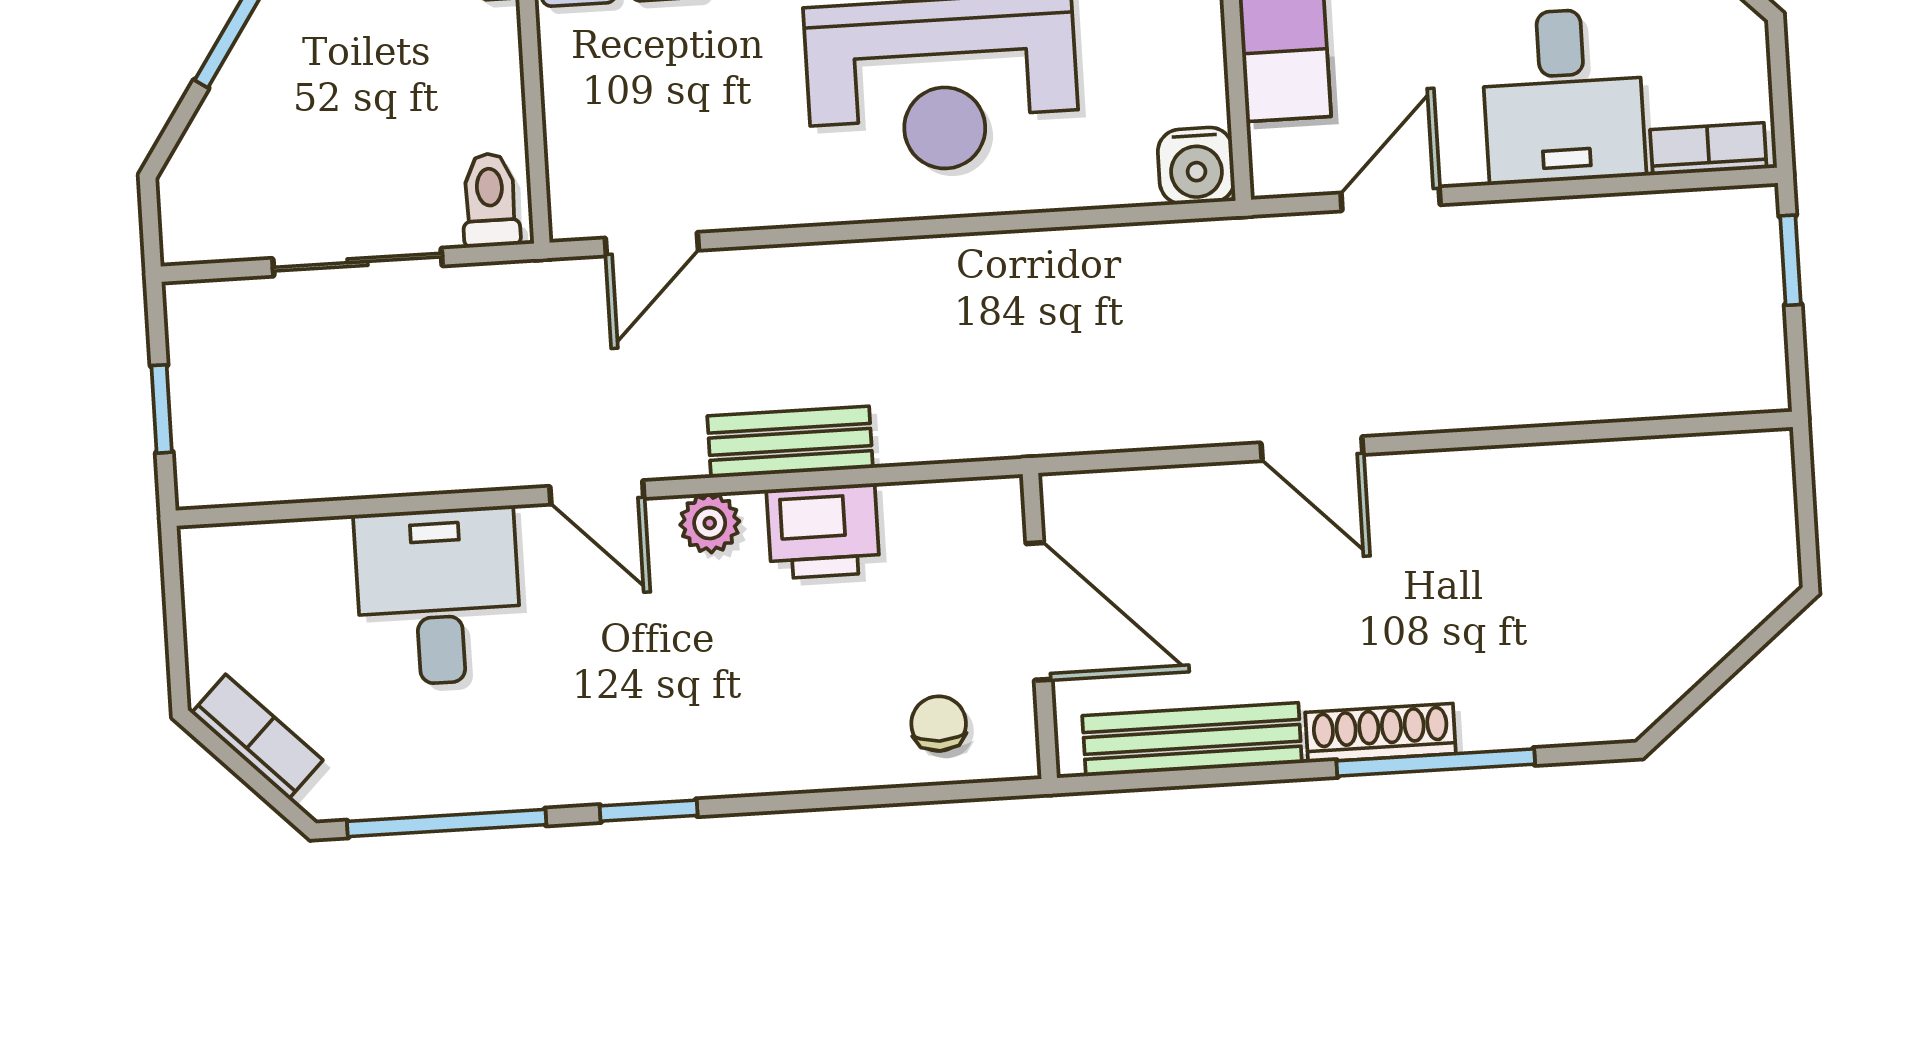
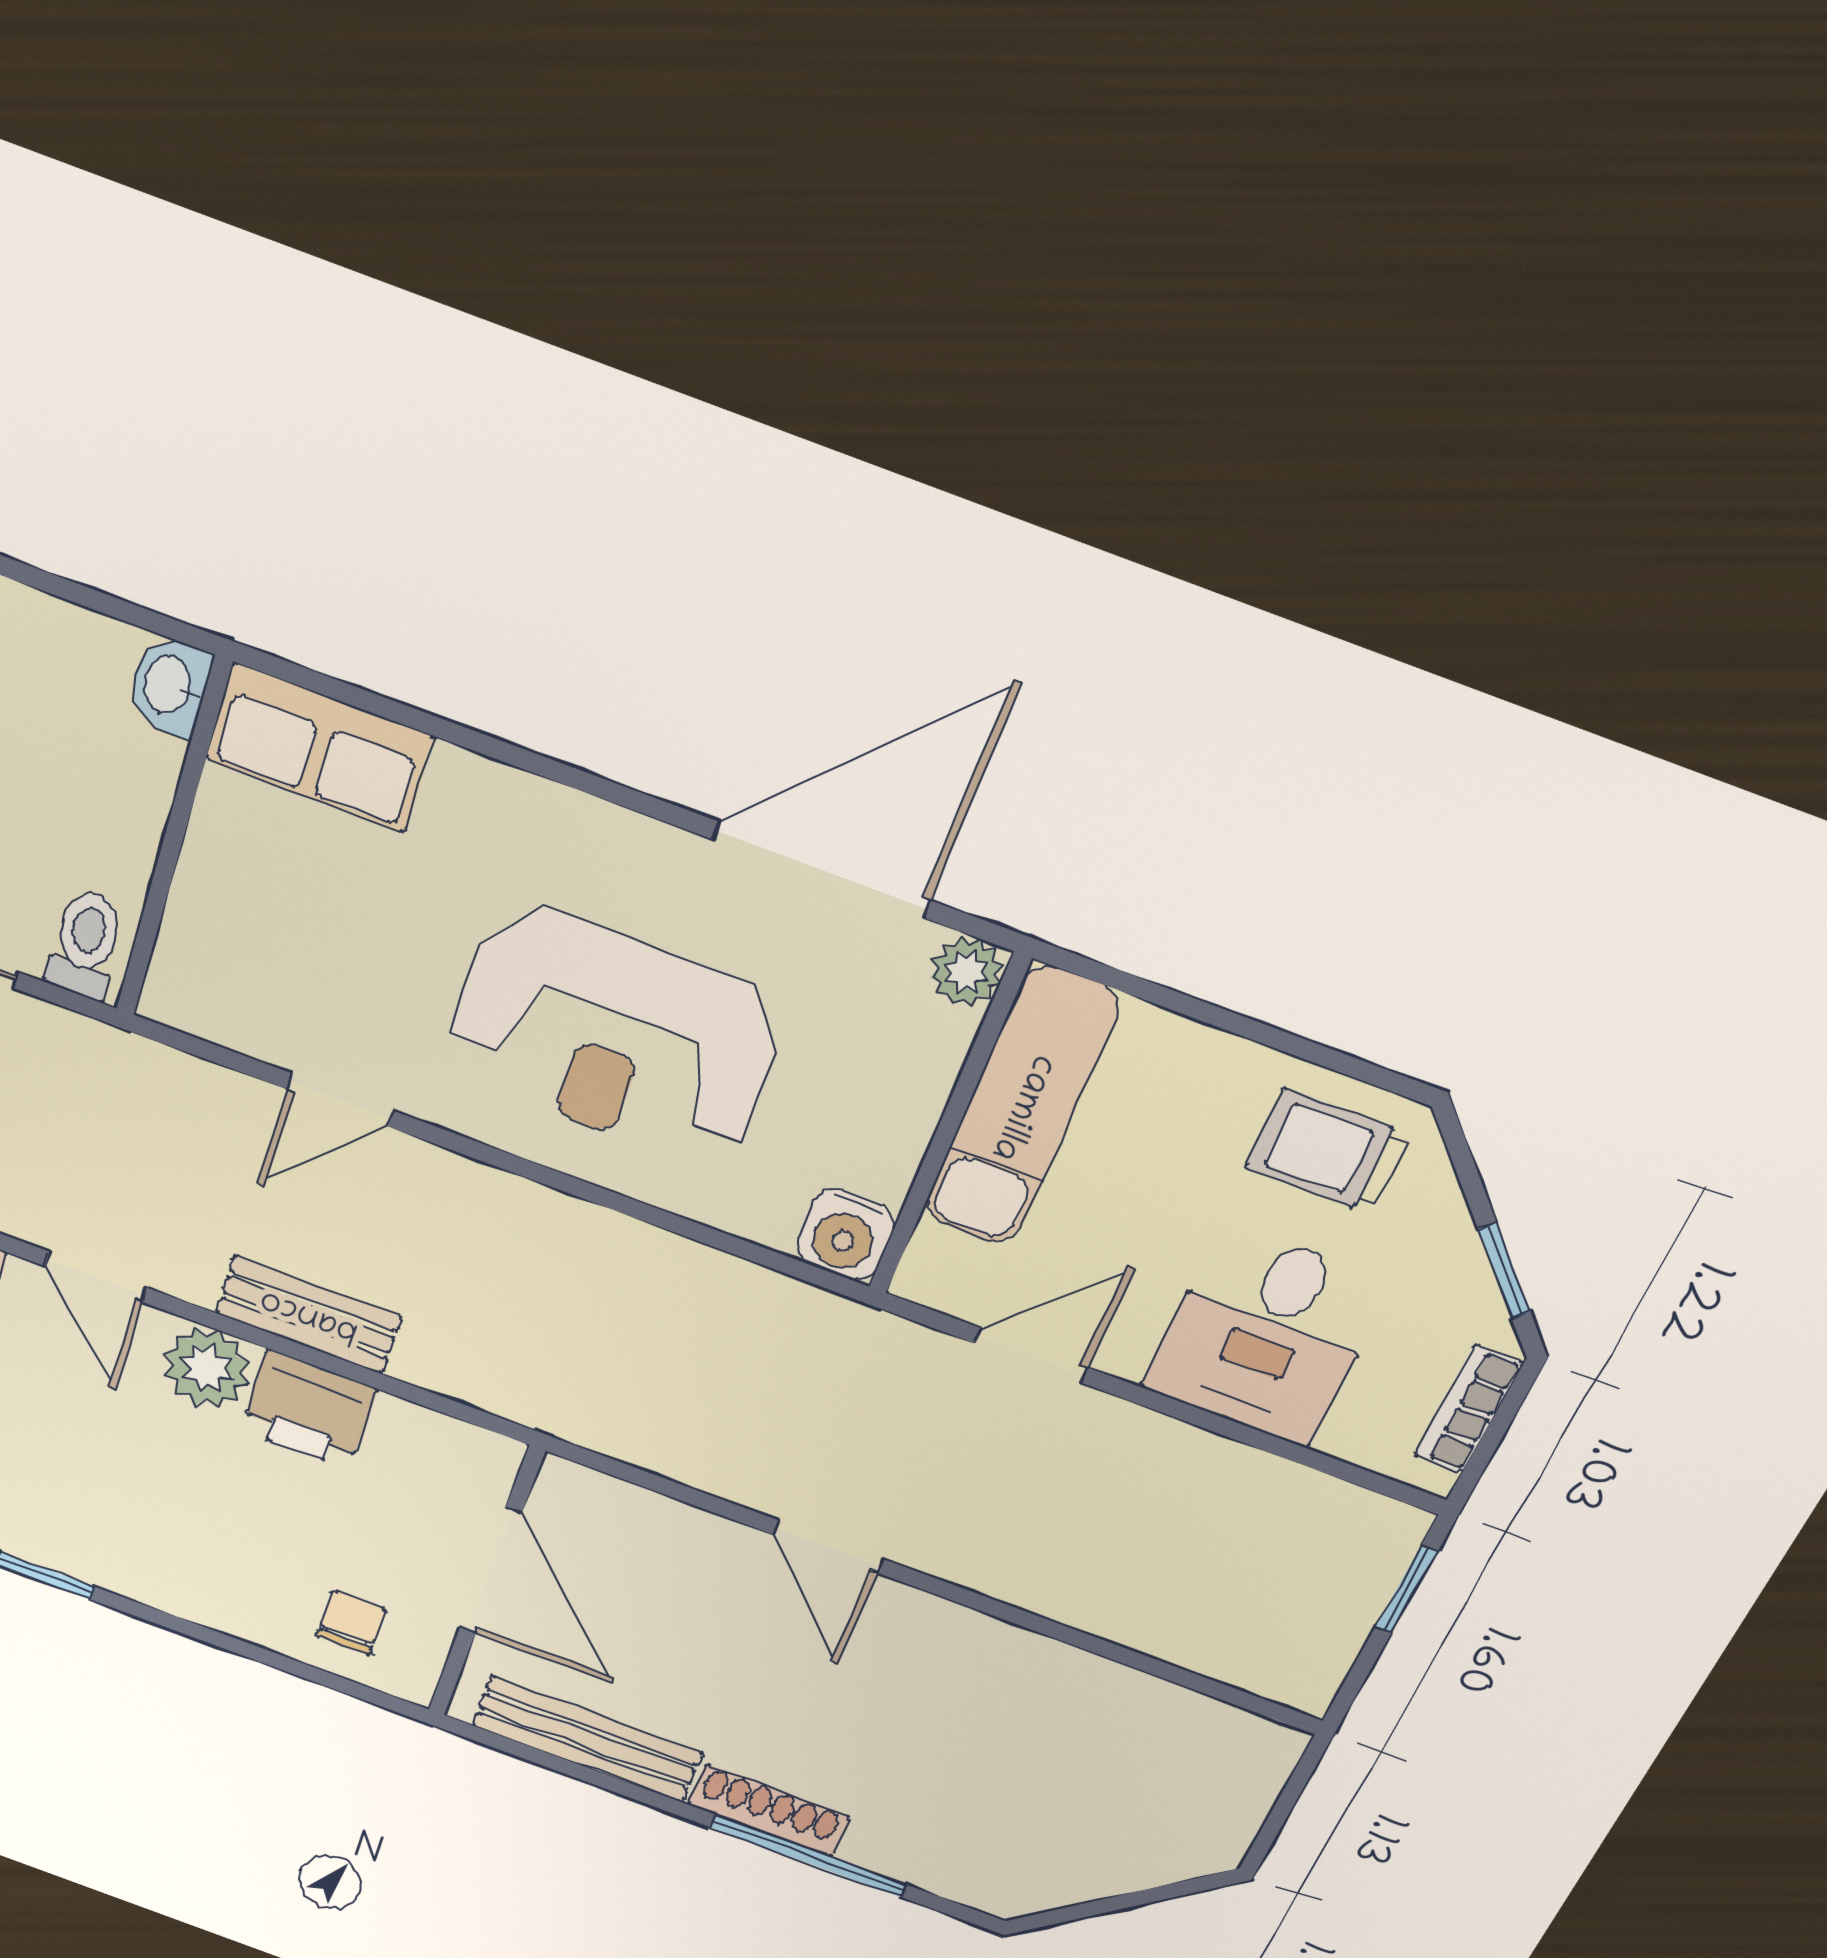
bookcase: (1708, 149) -> (1468, 1409), moved, turned -90
door: (652, 244) -> (340, 1100), moved
plant: (710, 523) -> (207, 1368), width x1.38, depth x1.38

